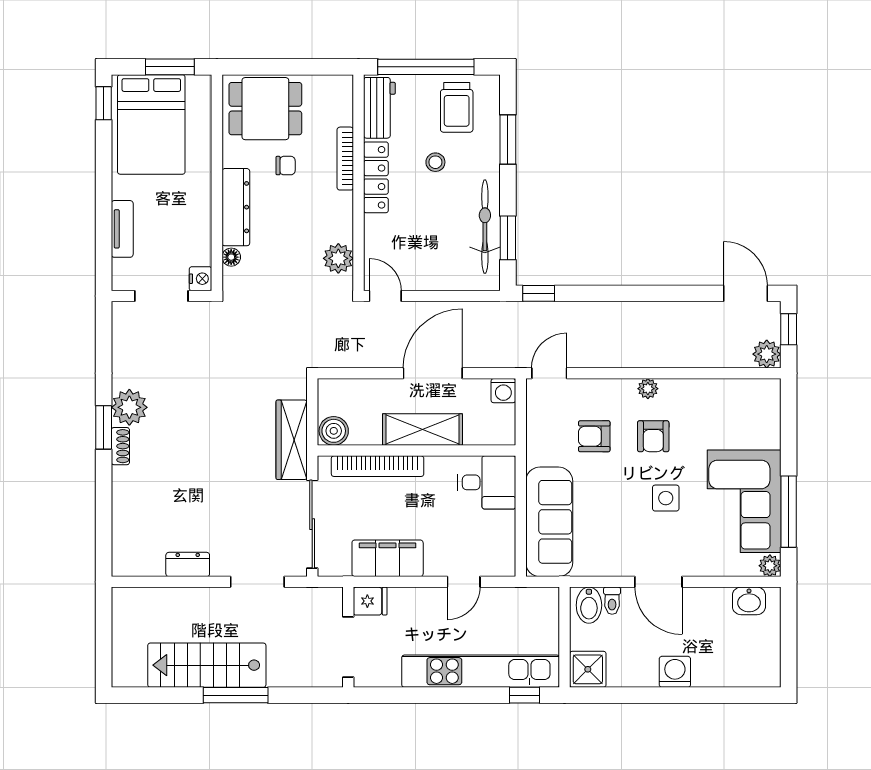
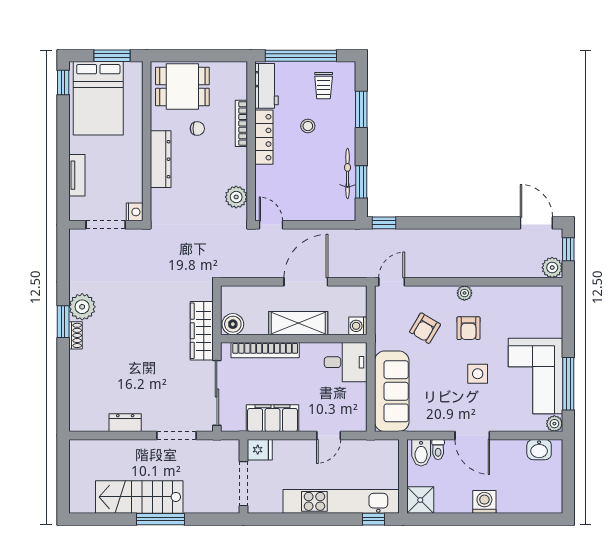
trolley: (457, 107) -> (324, 86), width x0.73, depth x0.72
bicycle: (485, 227) -> (348, 174), width x0.73, depth x0.71
floor lamp: (231, 257) -> (157, 196), removed
washing machine: (503, 391) -> (358, 326), moved, turned 90
armchair: (594, 436) -> (425, 328), turned -59

